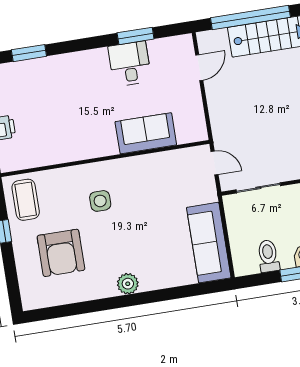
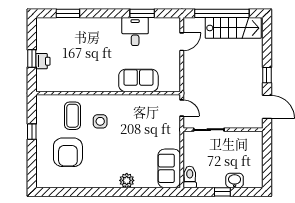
coffee table: (26, 200) -> (73, 116), moved
sofa: (209, 243) -> (169, 168), width x0.73
toilet: (268, 256) -> (190, 177), moved
plant: (128, 284) -> (127, 180), moved

